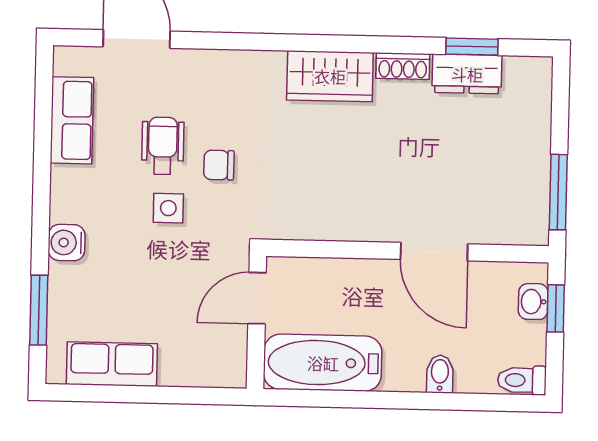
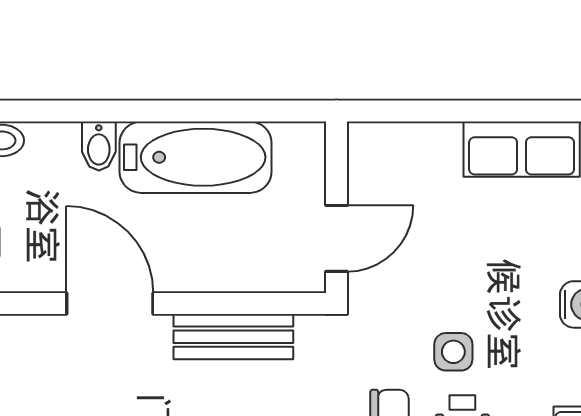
bench: (339, 224) -> (233, 337), added
bathtub: (323, 363) -> (196, 157), moved

